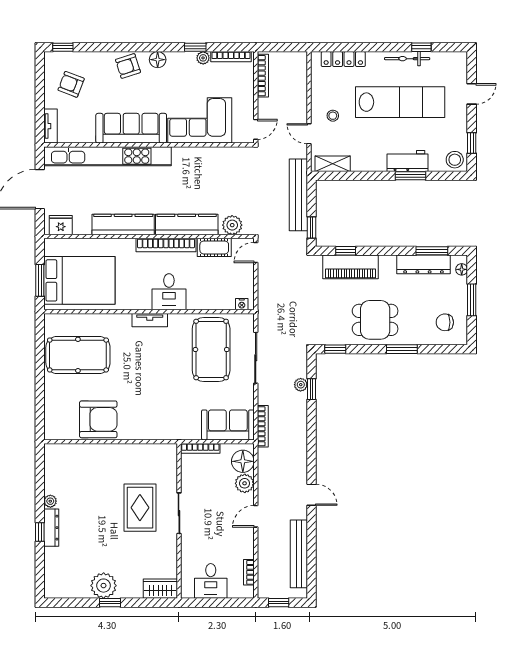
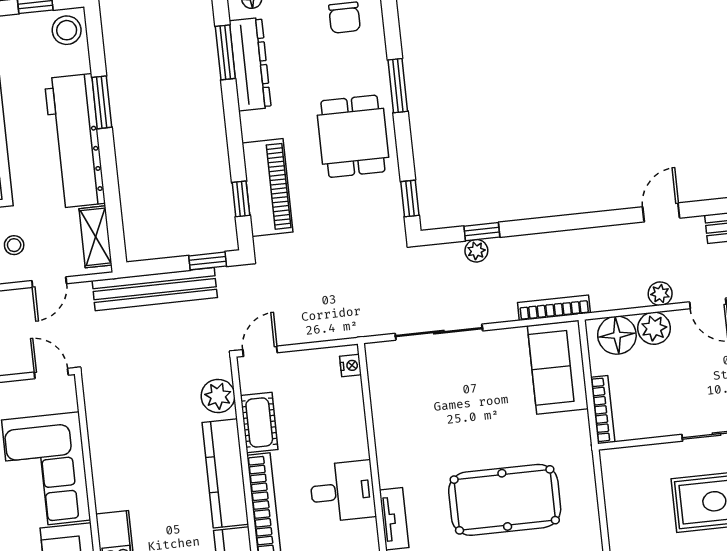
workbench: (408, 161) -> (75, 141), width x1.88, depth x1.32
door: (256, 252) -> (260, 351), swing flipped
pool table: (211, 350) -> (505, 500), moved
plant: (264, 489) -> (660, 294), added

